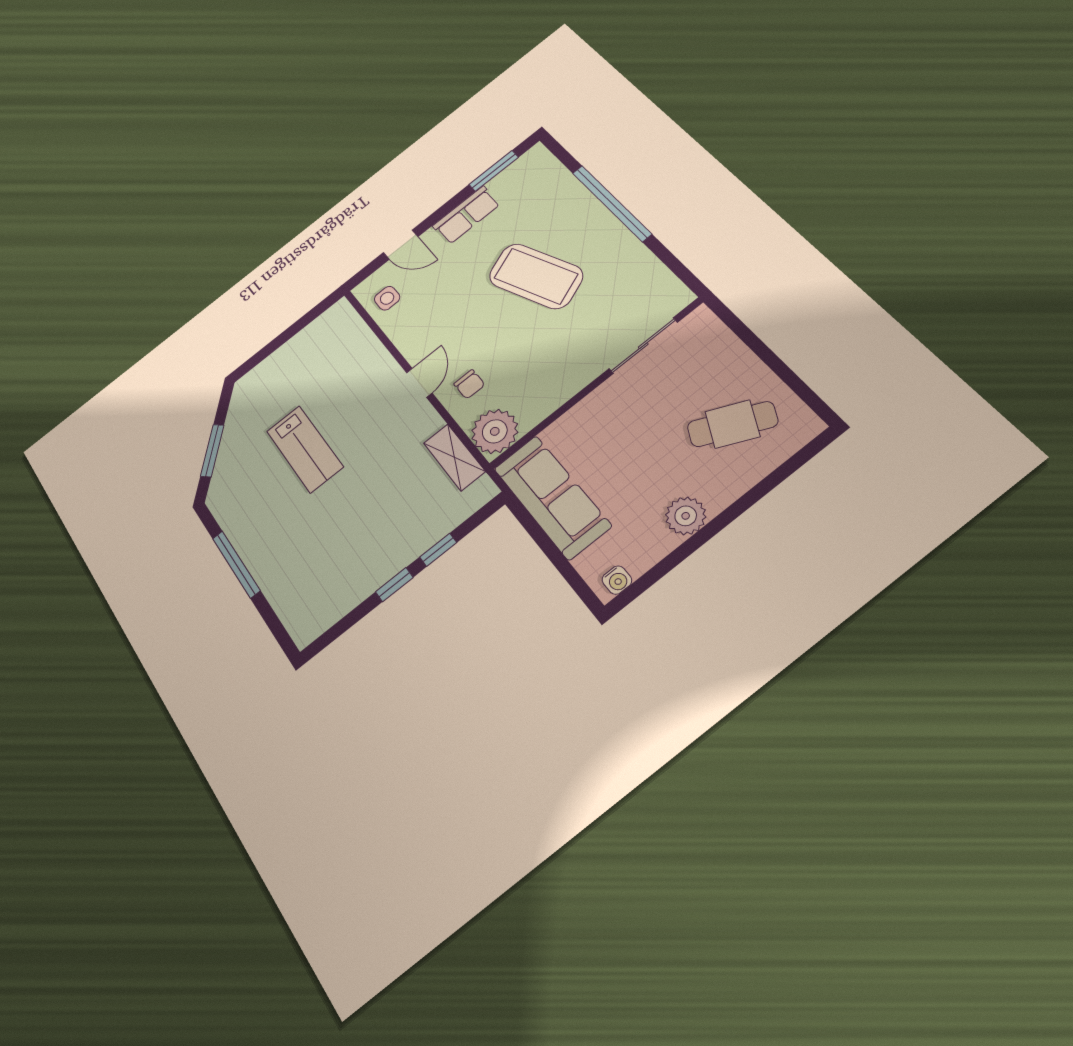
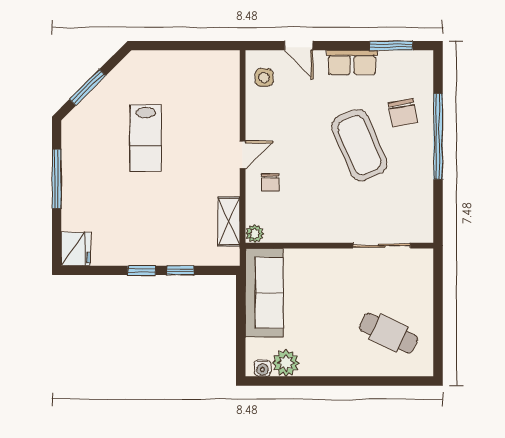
chair: (556, 213) -> (403, 113), added
plant: (495, 431) -> (255, 234), width x0.53, depth x0.53
plant: (686, 516) -> (286, 363), moved
fridge: (304, 621) -> (76, 249), added

